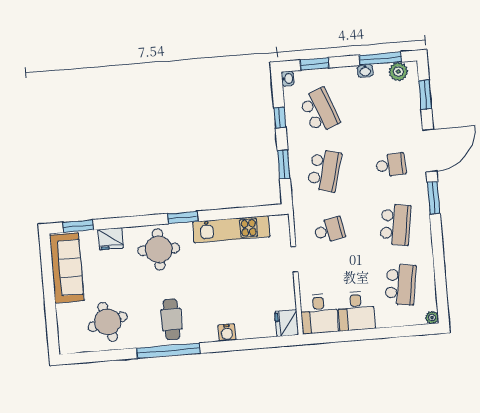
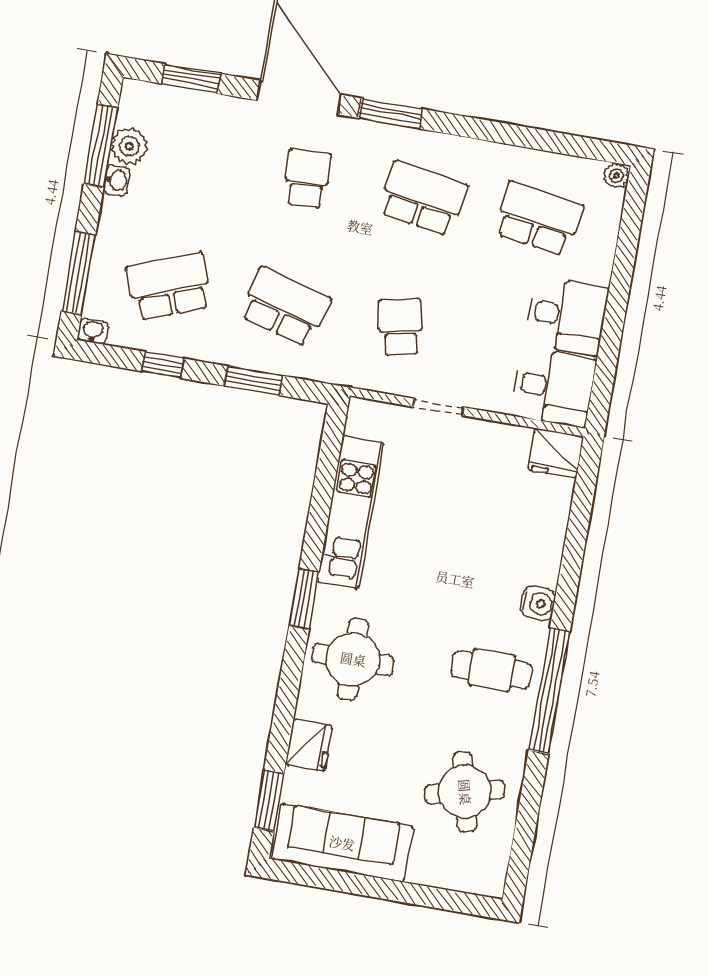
window: (315, 64) -> (78, 273), width x1.44
plant: (398, 71) -> (129, 146), moved
water cooler: (227, 333) -> (538, 603), moved

